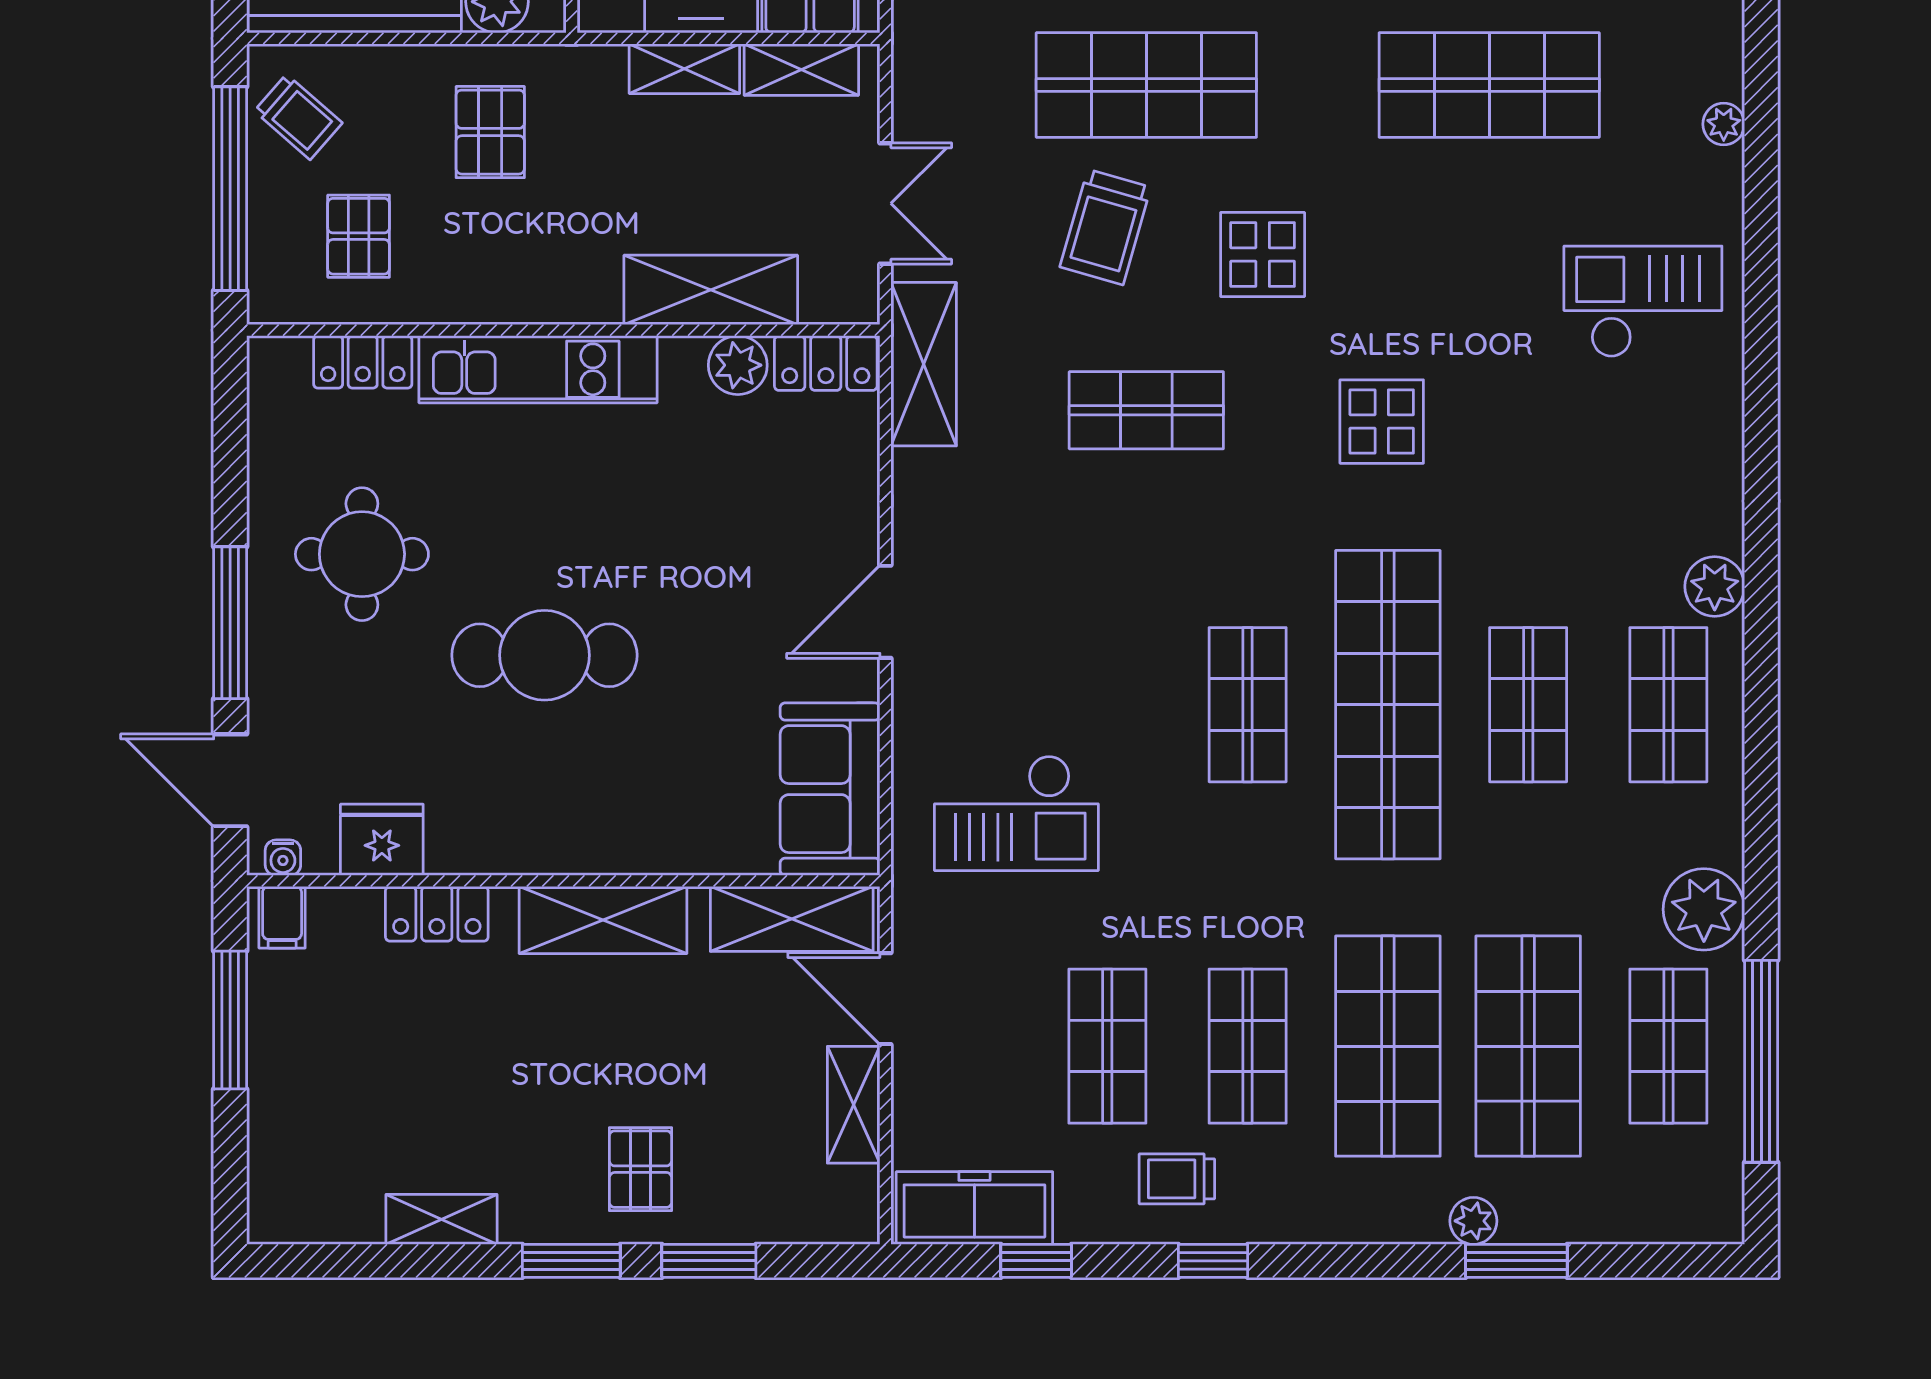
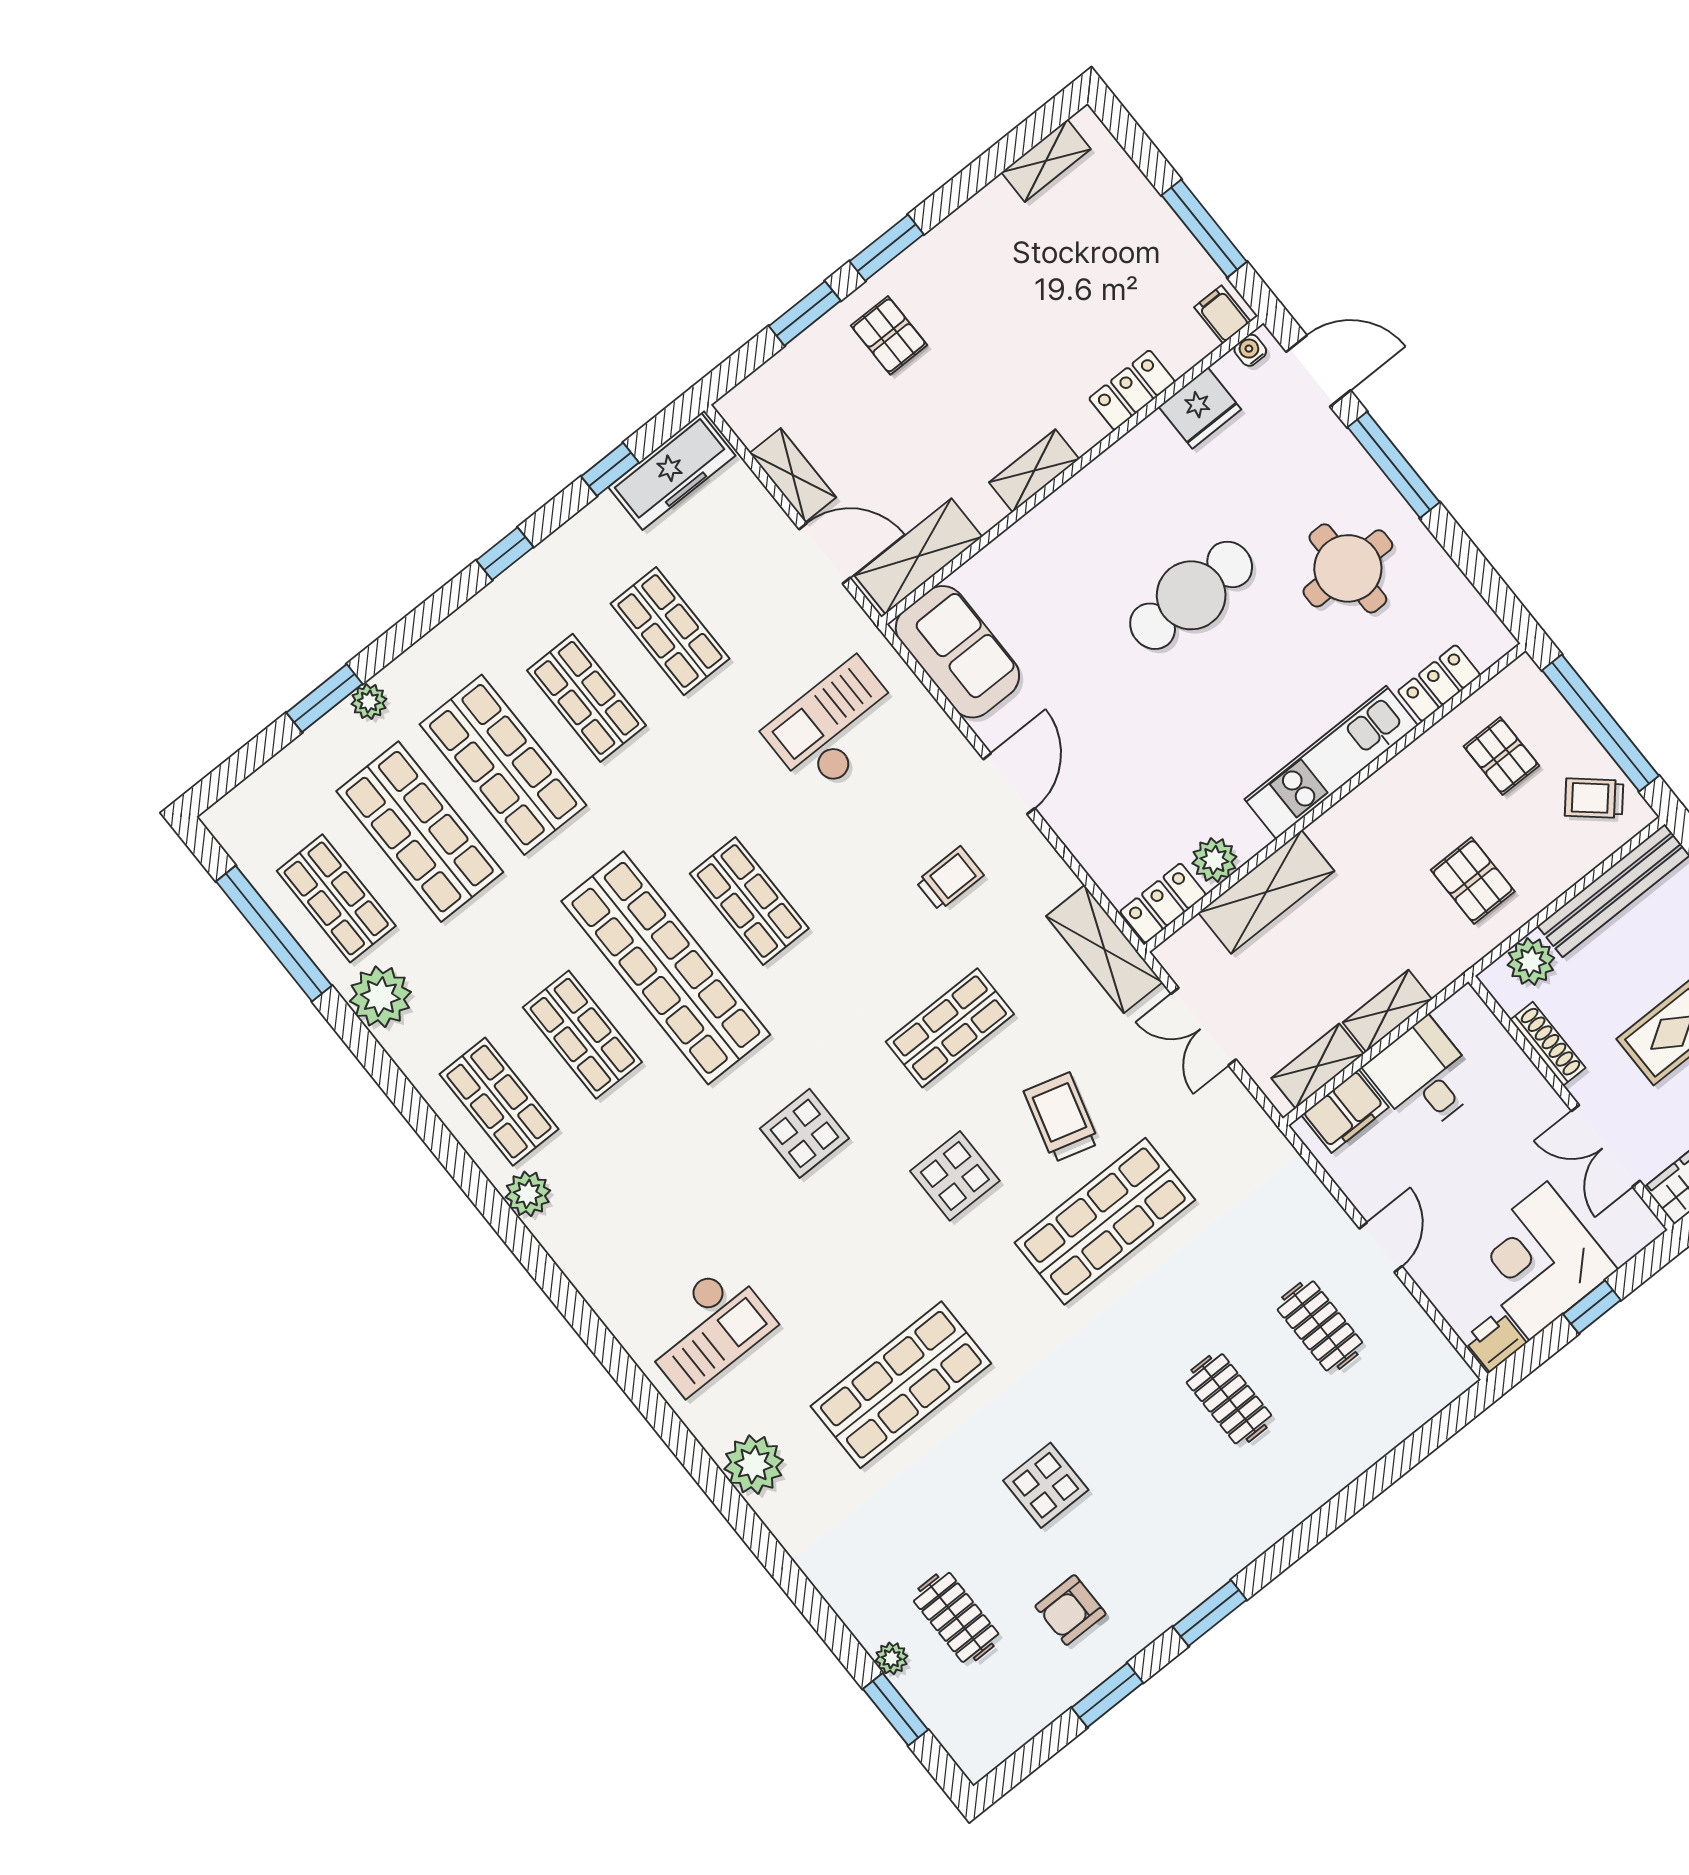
plant: (1724, 124) -> (754, 1465), width x1.87, depth x1.87
shelving: (603, 920) -> (1034, 471), width x0.67, depth x0.75
trolley: (1177, 1179) -> (950, 878), moved
shelving: (441, 1219) -> (1046, 161), moved

